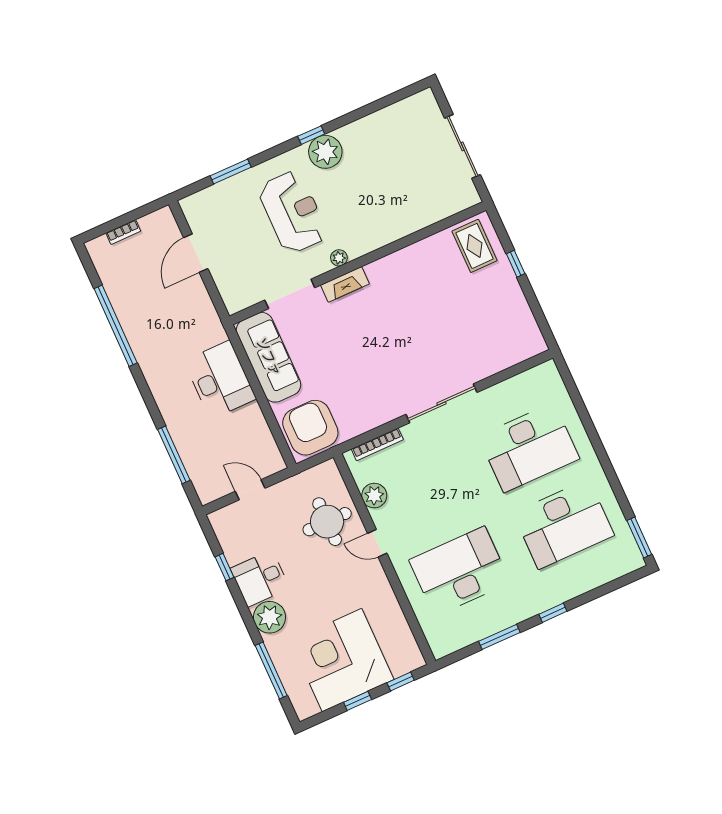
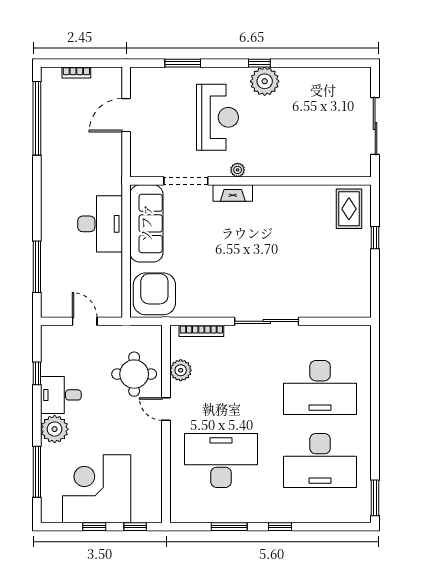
window: (116, 326) -> (37, 118), moved

